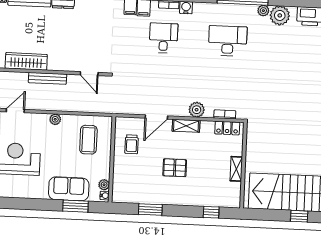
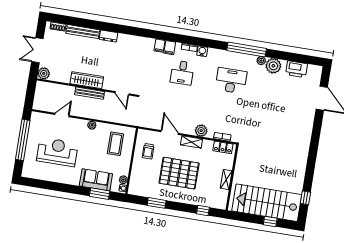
desk: (163, 38) -> (182, 73), turned 180
wardrobe: (26, 61) -> (87, 80), moved
door: (156, 117) -> (170, 133), swing flipped
pallet: (175, 168) -> (179, 173), width x2.05, depth x2.00

